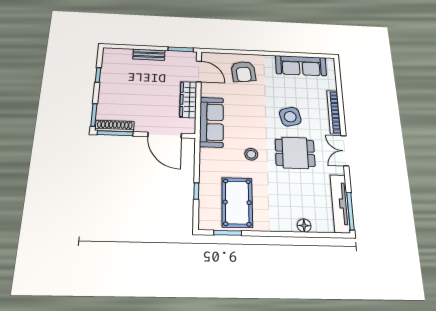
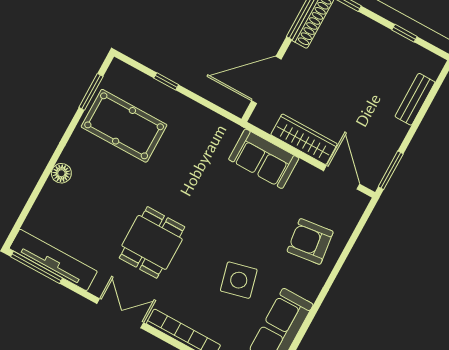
bench: (149, 55) -> (415, 99), moved
door: (199, 71) -> (342, 177), swing flipped
side table: (290, 117) -> (239, 280), moved
sofa: (211, 122) -> (264, 159), width x0.73
stool: (251, 154) -> (180, 182), removed
floor lamp: (304, 226) -> (61, 173), moved

